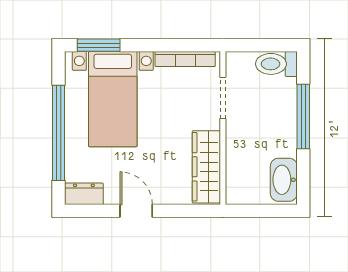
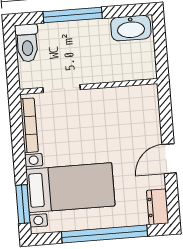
wardrobe: (206, 167) -> (125, 99), removed

